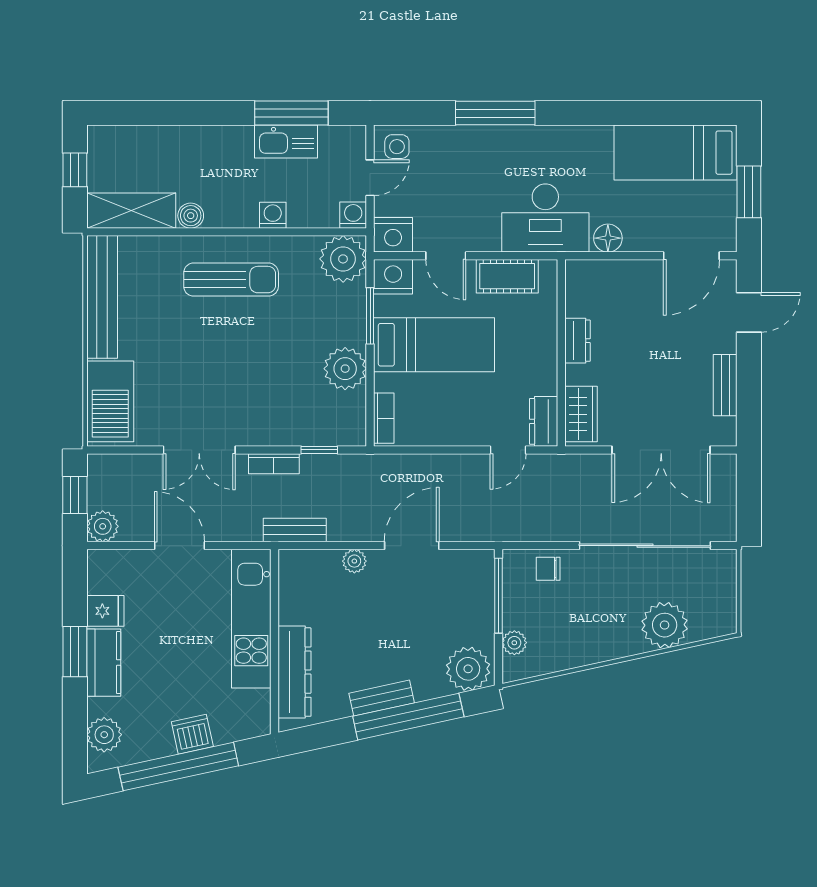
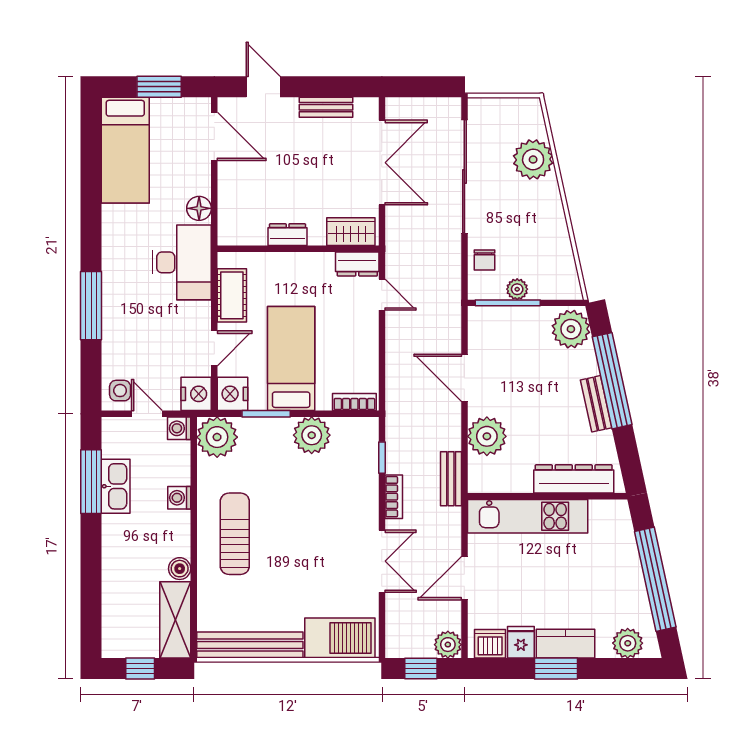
plant: (354, 561) -> (487, 436), width x1.87, depth x1.87
plant: (514, 643) -> (517, 289), moved
dishwasher: (192, 734) -> (490, 644), moved, turned 102

